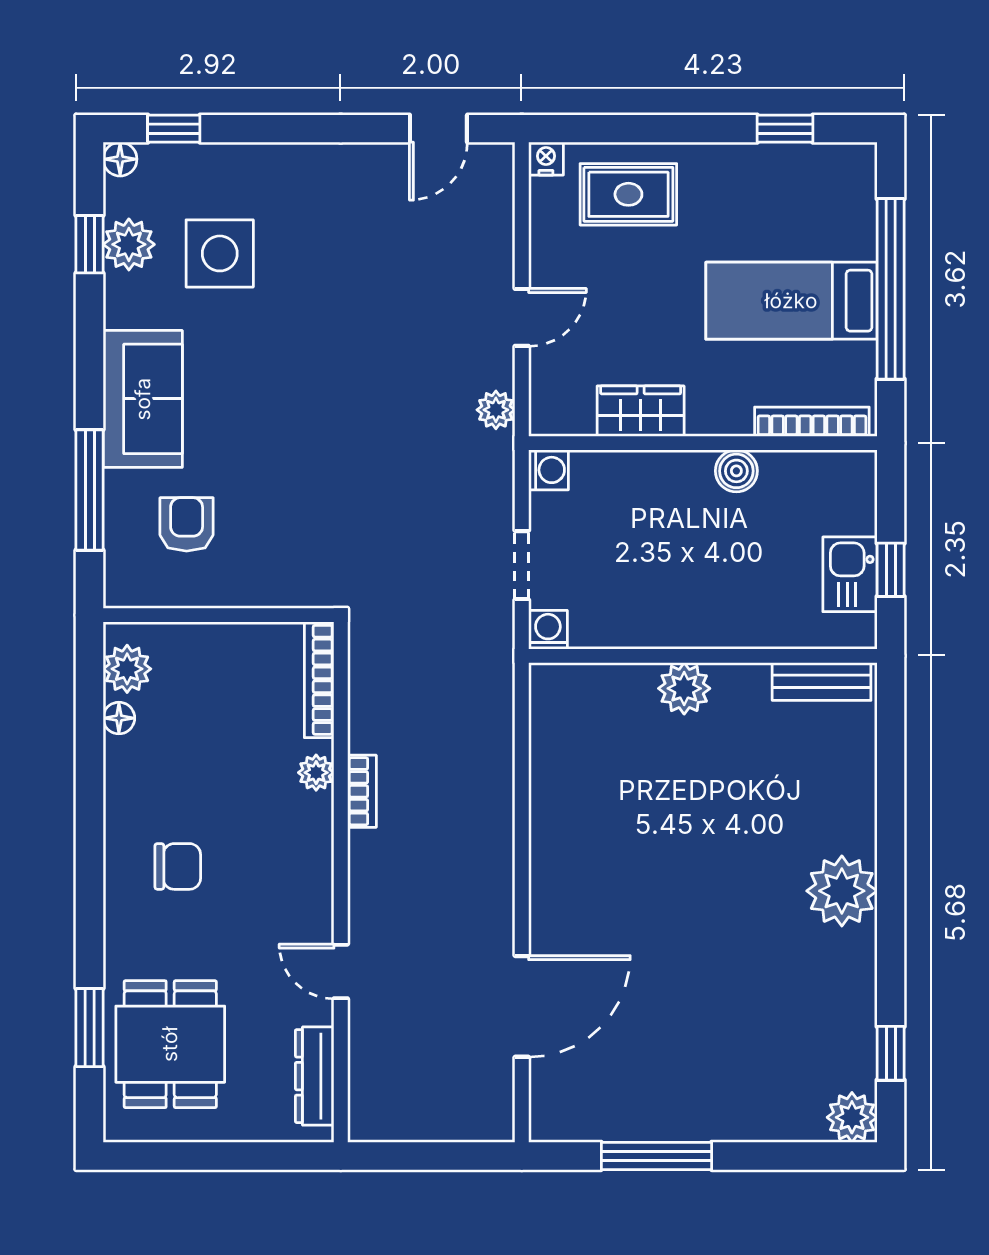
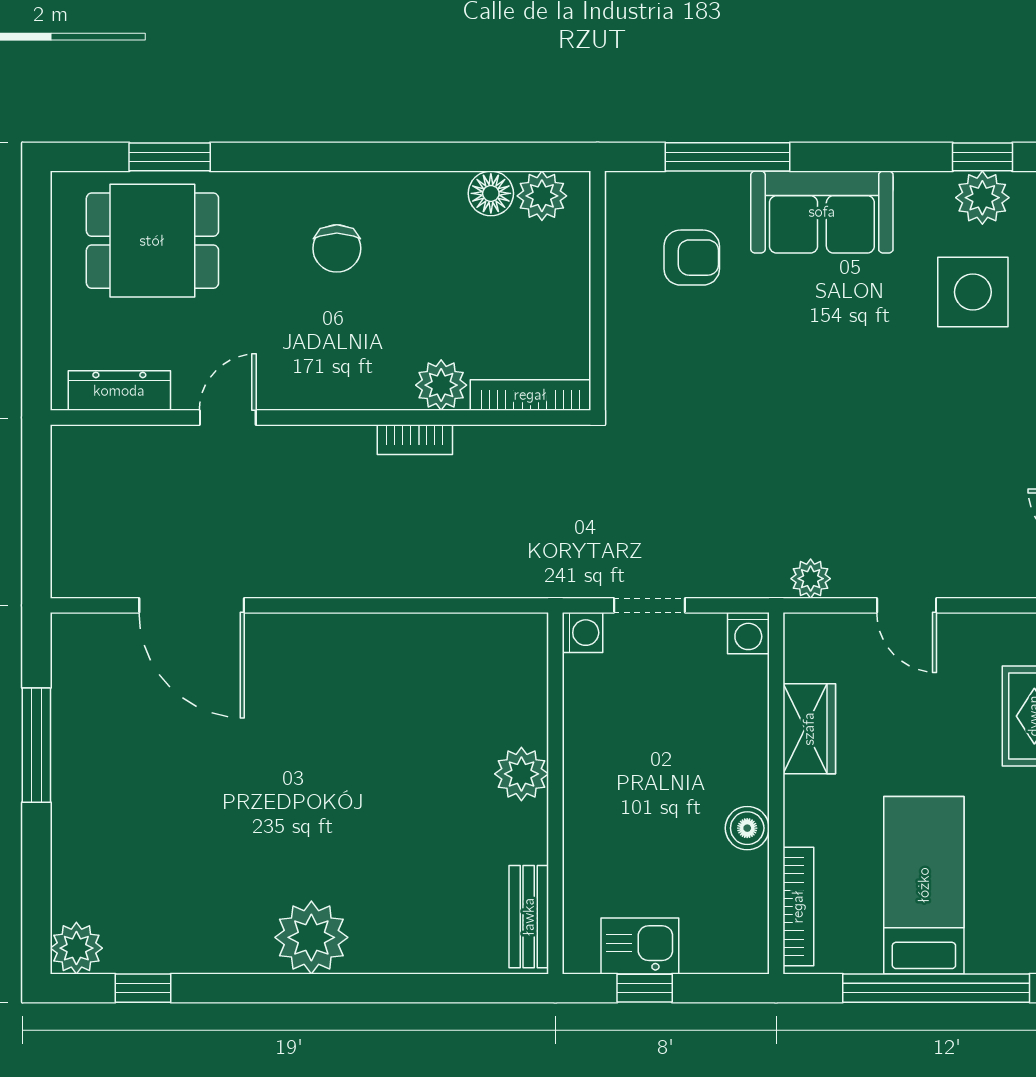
floor lamp: (119, 718) -> (491, 193), width x1.37, depth x1.37
plant: (316, 773) -> (441, 385), width x1.38, depth x1.38

